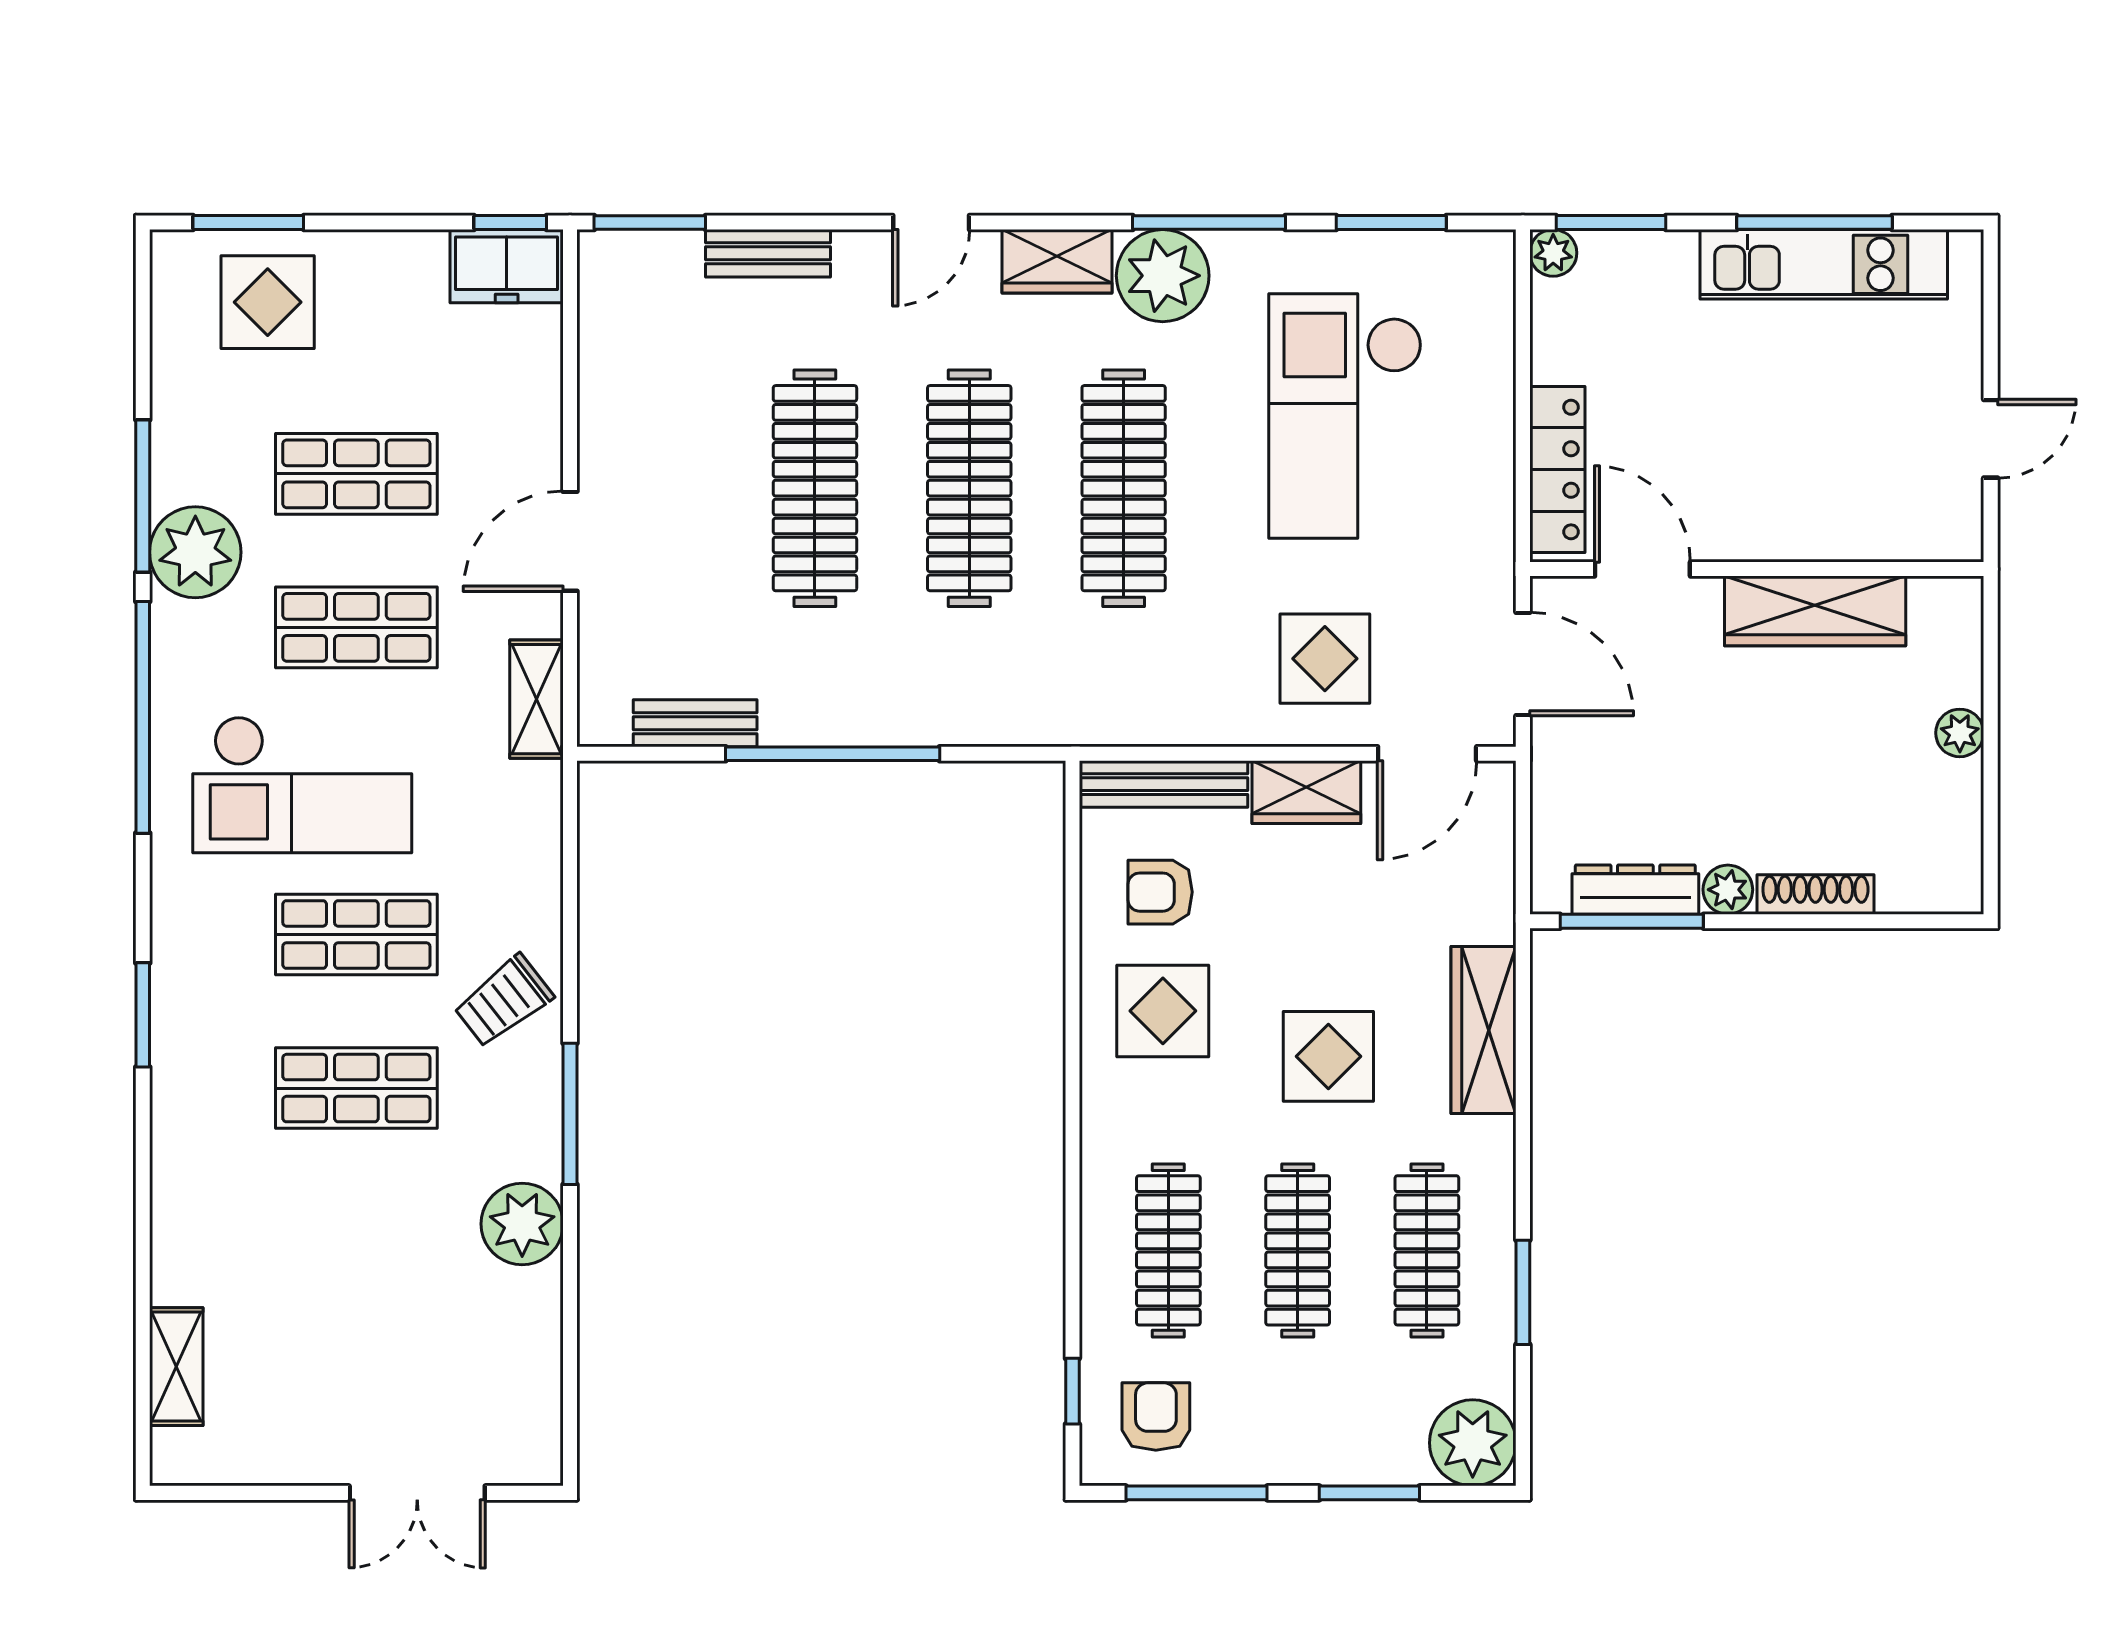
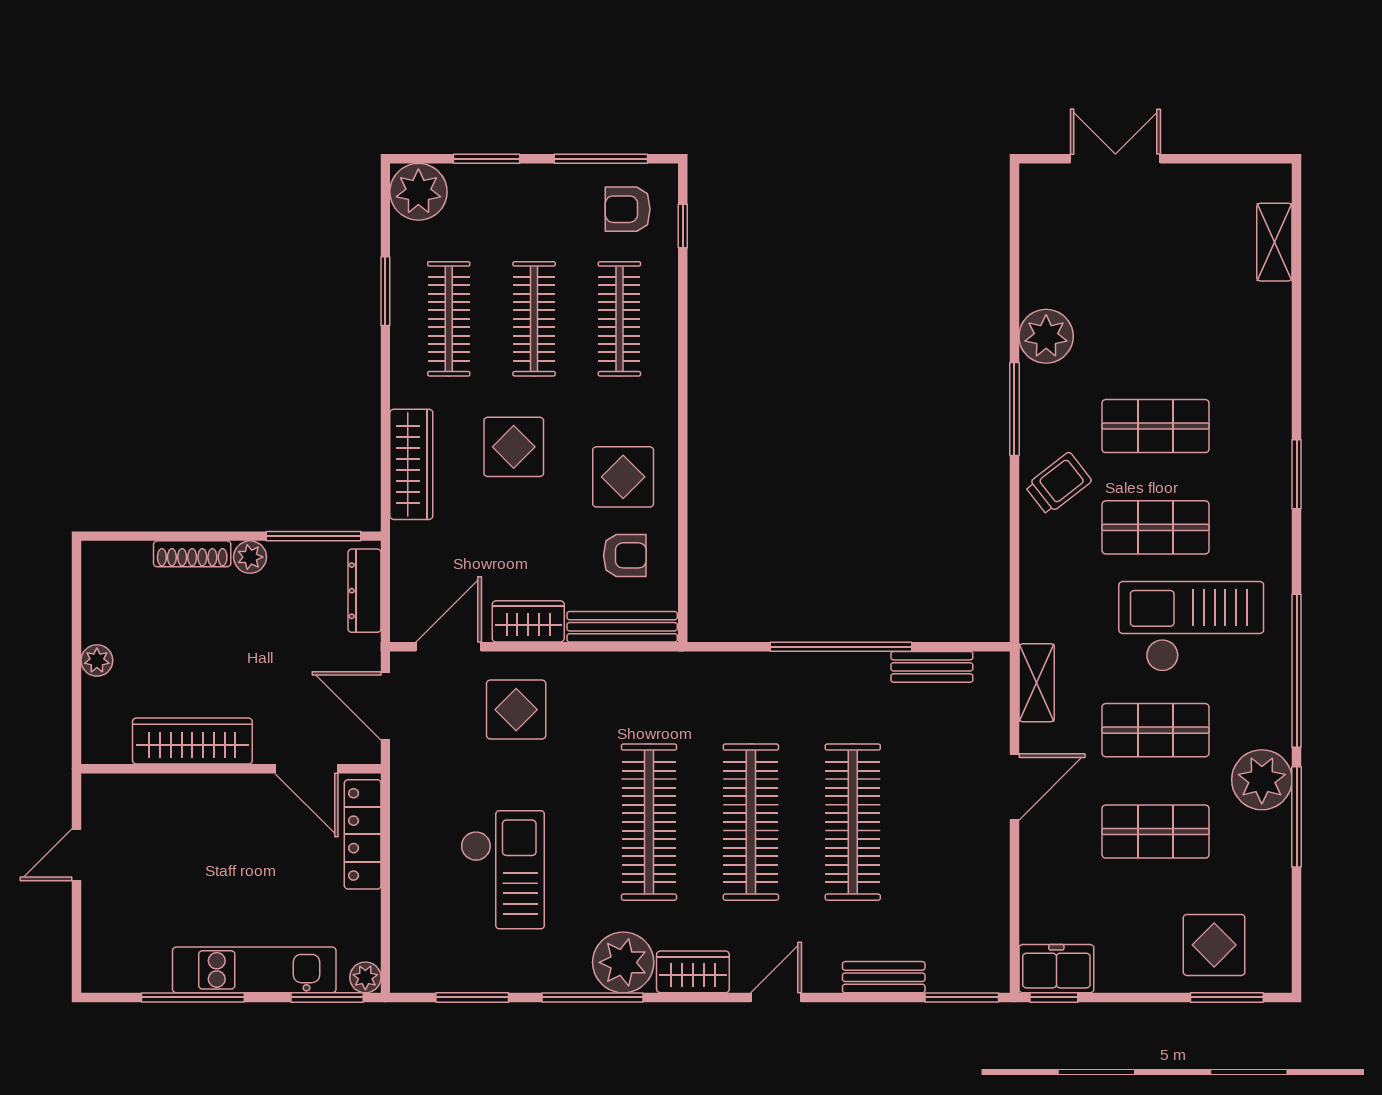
kitchen unit: (1824, 264) -> (254, 970), moved
checkout: (1345, 416) -> (503, 870), width x0.73, depth x0.83
dresser: (1635, 890) -> (364, 591), moved, turned 90
armchair: (1156, 1417) -> (628, 209), turned 90

